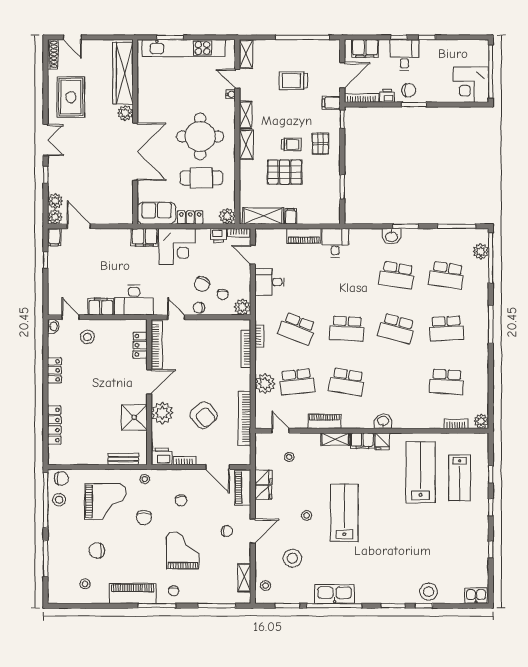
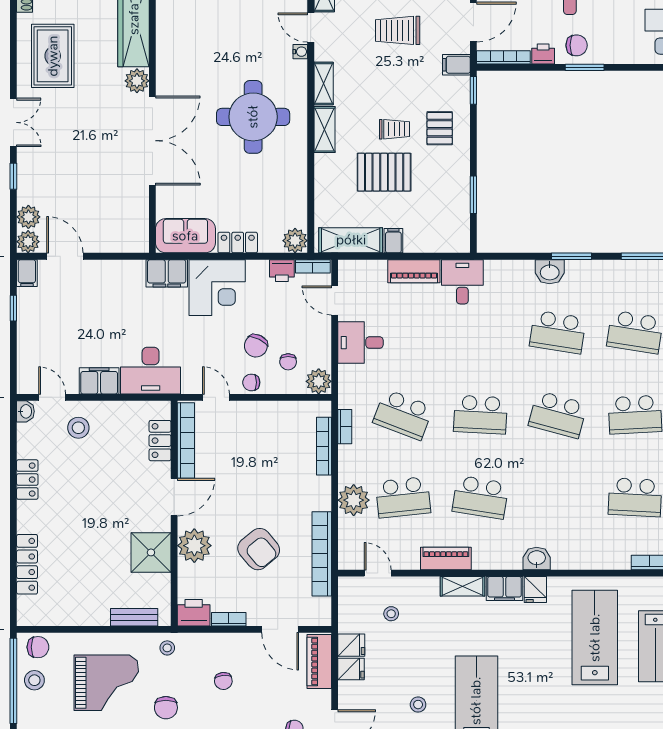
cafe table: (201, 178) -> (255, 181), removed

